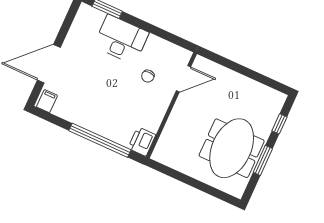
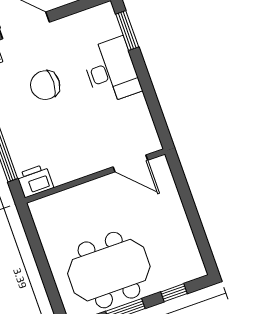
chair: (148, 76) -> (45, 85), moved, width x1.87, depth x1.87

